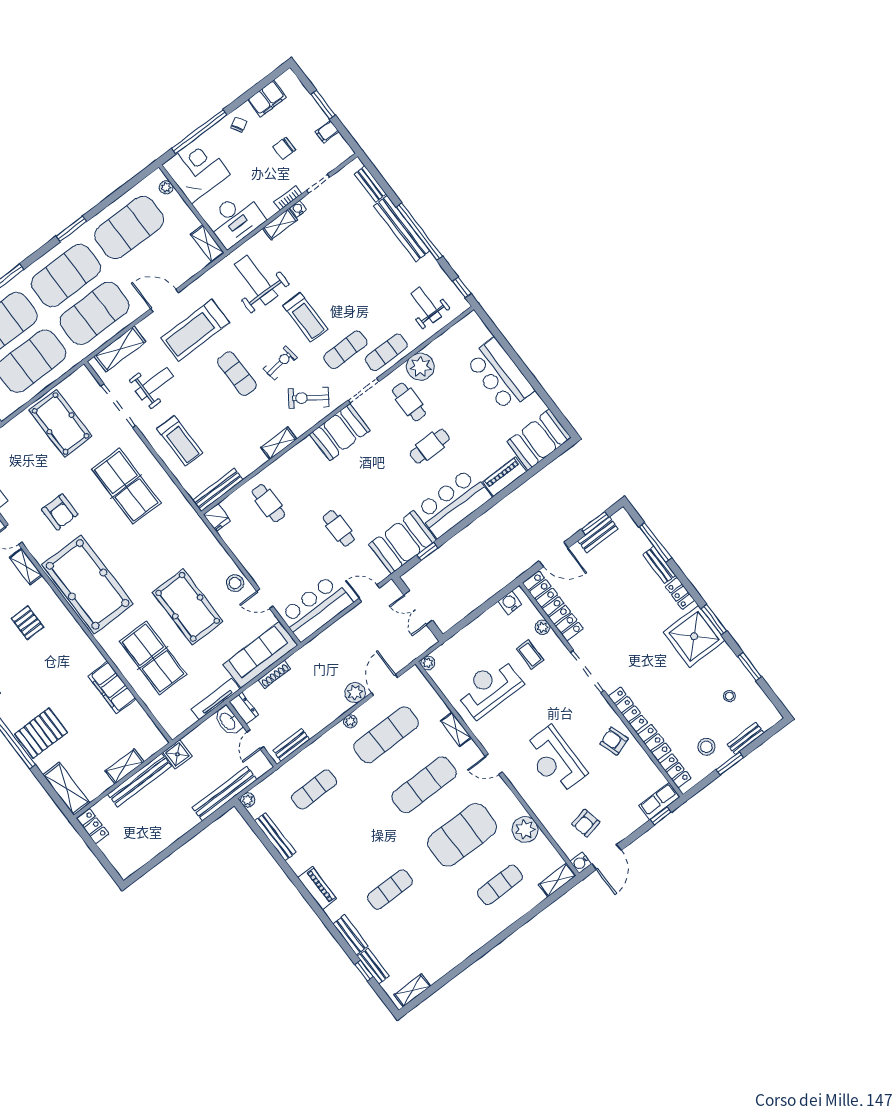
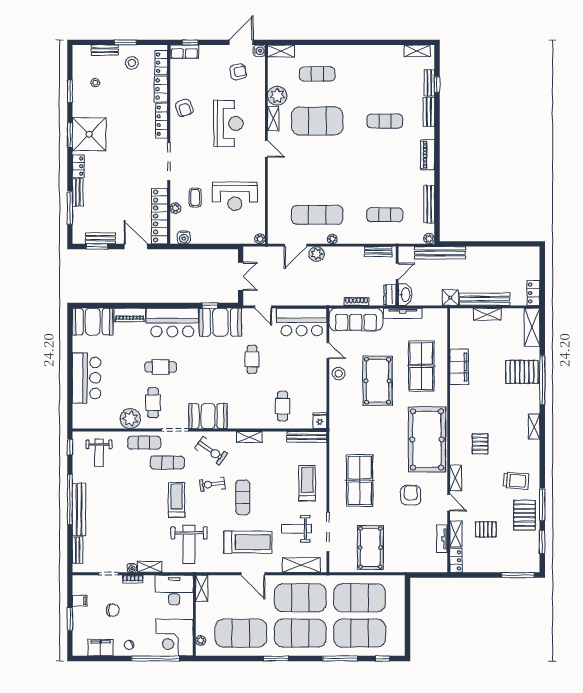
shelving: (456, 729) -> (273, 119), moved
exercise mat: (424, 785) -> (317, 168), removed

